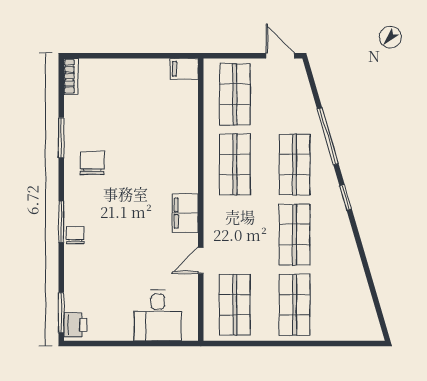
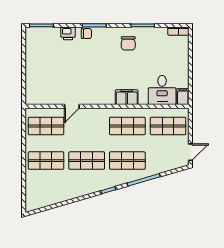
chair: (92, 163) -> (128, 43), turned 90
filing cabinet: (185, 213) -> (127, 97), moved
door: (201, 260) -> (72, 106), swing flipped
desk: (158, 315) -> (162, 90), moved, turned -90
printer: (75, 325) -> (68, 33), moved

